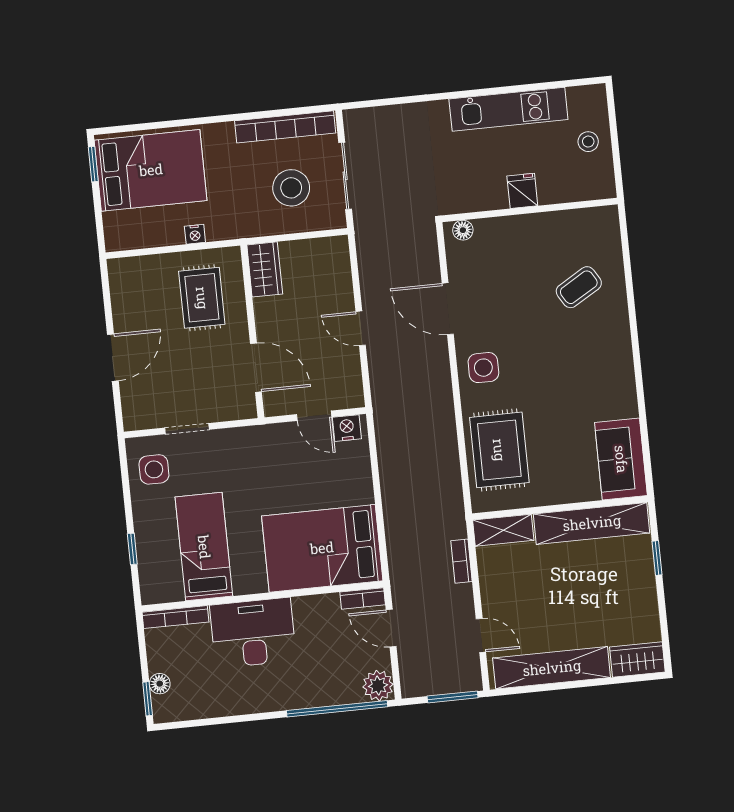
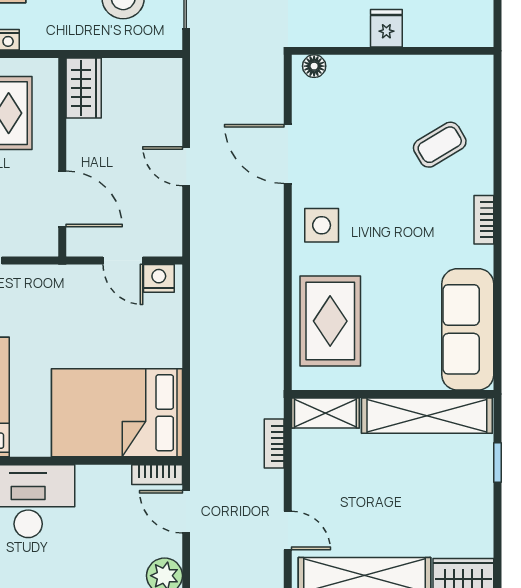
bookcase: (624, 348) -> (484, 220), added
sofa: (621, 459) -> (468, 329), width x1.36

